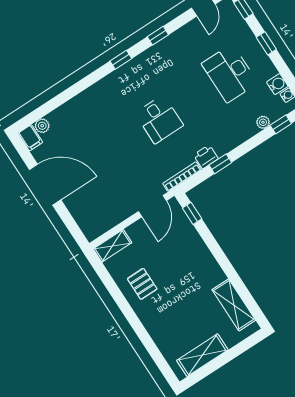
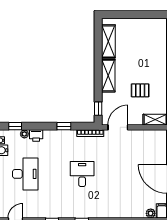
printer: (206, 157) -> (36, 135), moved
pallet: (142, 284) -> (140, 90), moved, turned 90
shelving: (202, 355) -> (108, 76), moved, turned 90

